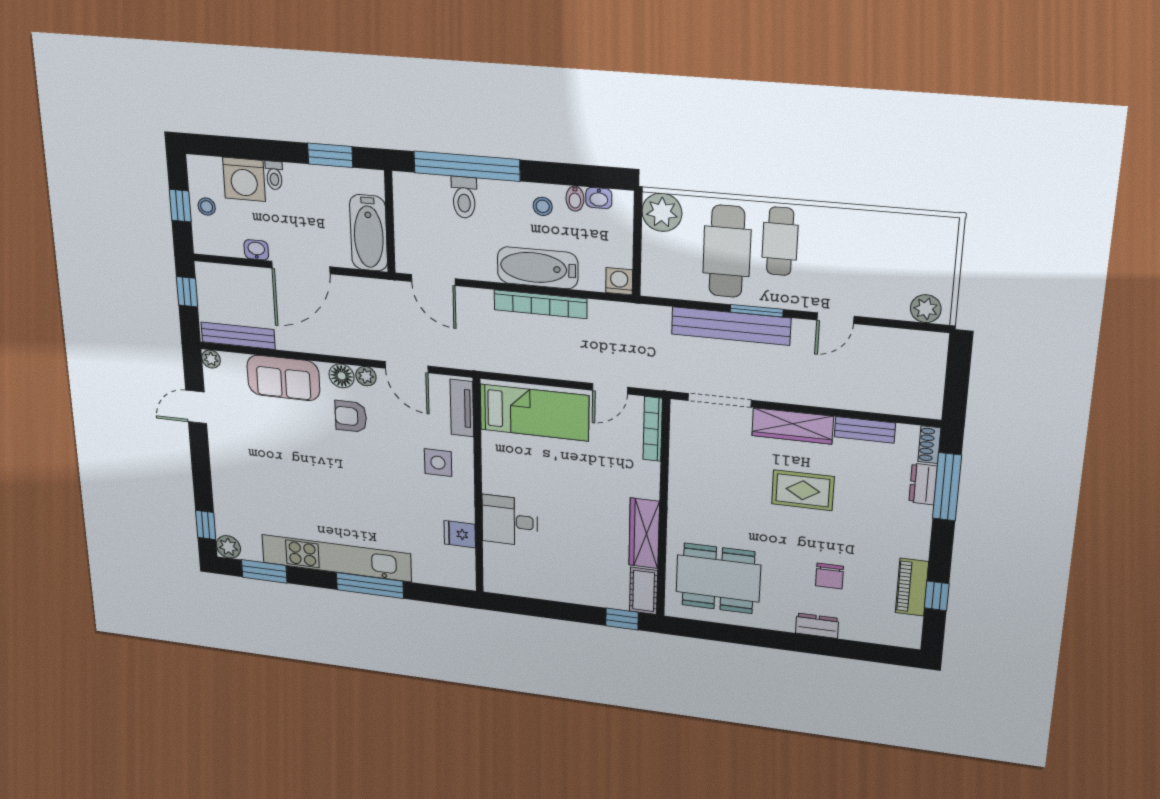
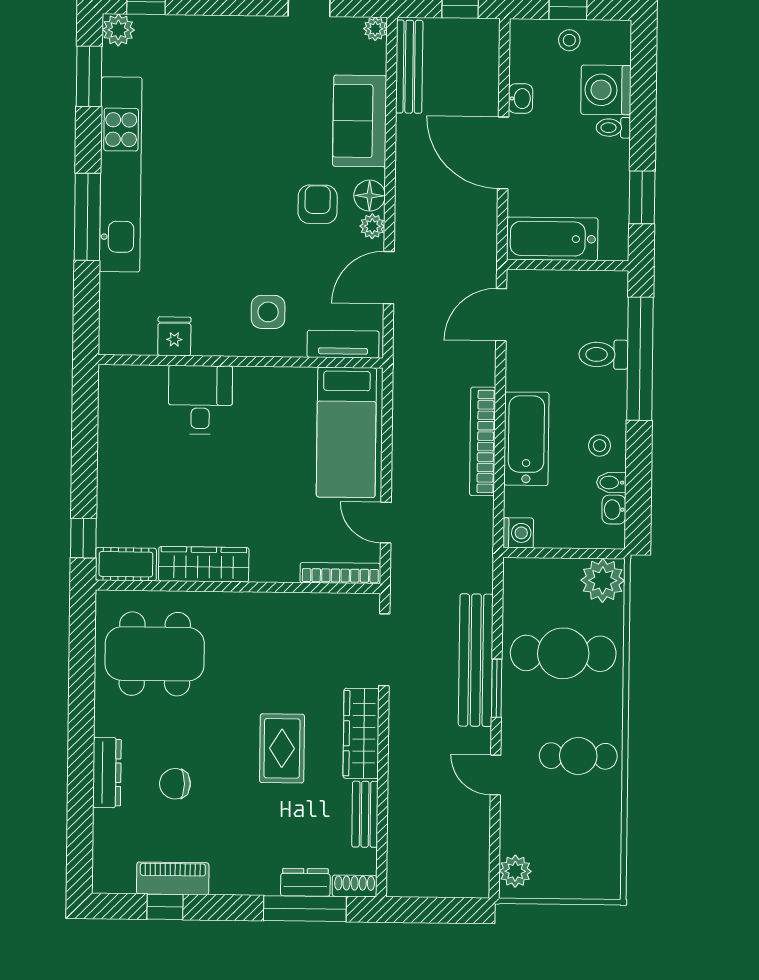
cafe table: (780, 241) -> (578, 756), moved
dining table: (718, 578) -> (155, 654), turned 90
dresser: (817, 626) -> (107, 773), width x1.44

